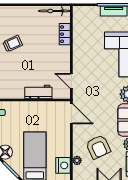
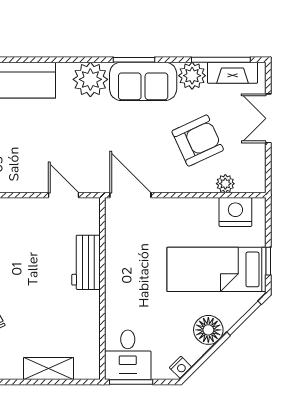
door: (71, 81) -> (64, 195), swing flipped
door: (71, 114) -> (130, 195), hinge flipped

